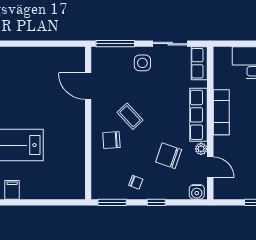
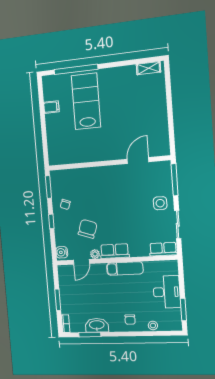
row of seats: (199, 115) -> (115, 251), width x0.68
coffee table: (130, 116) -> (116, 196), removed
chair: (111, 140) -> (96, 183), removed

